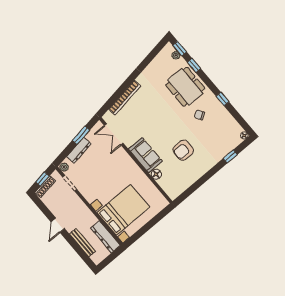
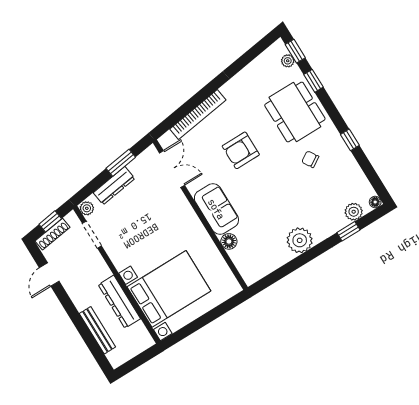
double door: (114, 134) -> (172, 169), swing flipped
plant: (232, 144) -> (354, 212), added
armchair: (183, 150) -> (241, 150), moved
plant: (201, 167) -> (300, 240), added
door: (58, 225) -> (49, 275), moved
dresser: (105, 237) -> (119, 302), moved

